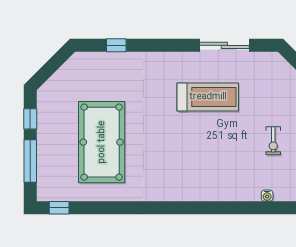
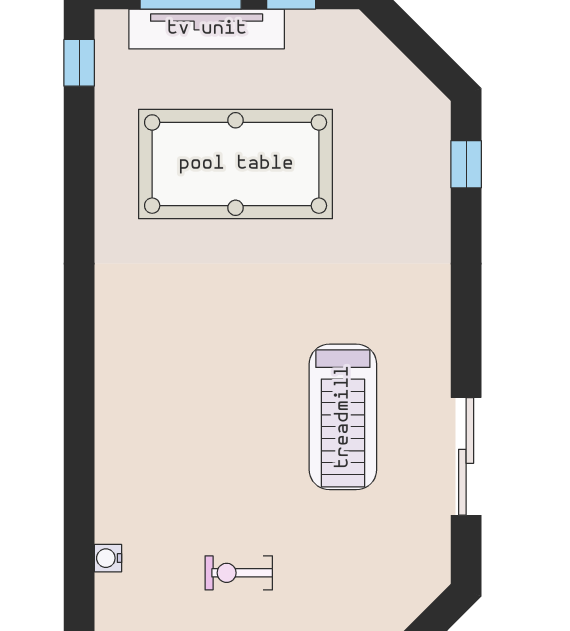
window: (116, 45) -> (466, 164), moved
tv unit: (45, 154) -> (207, 29), added

